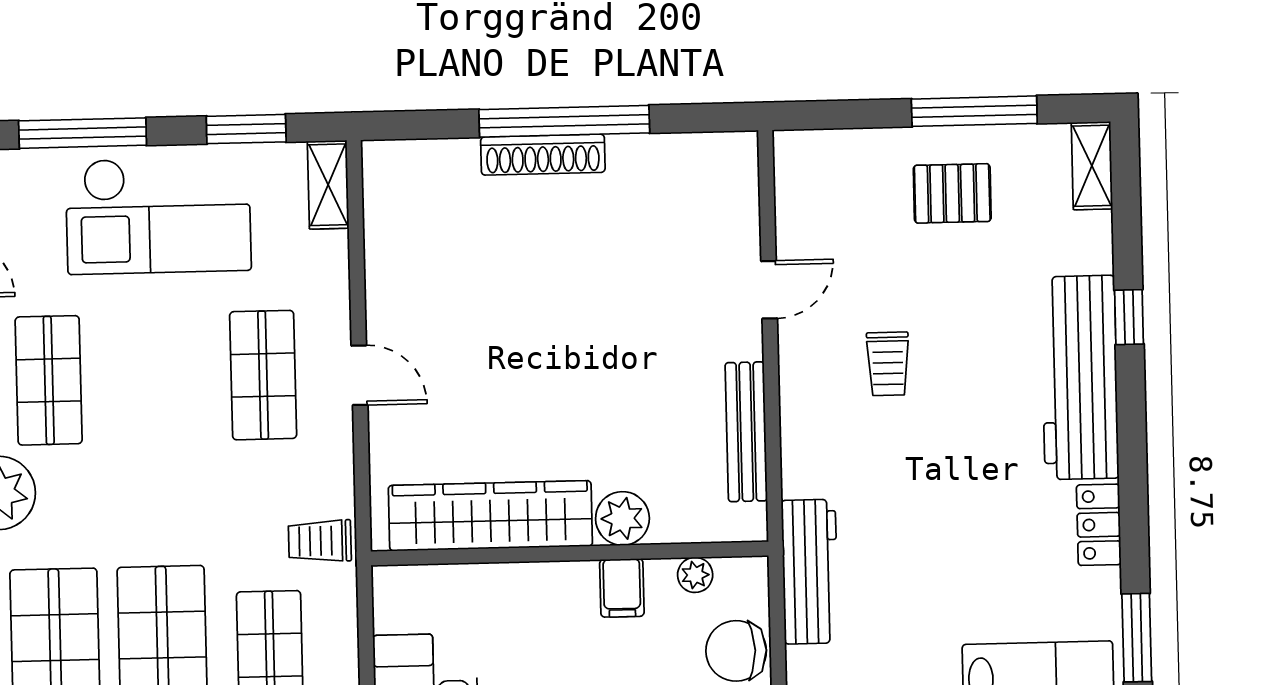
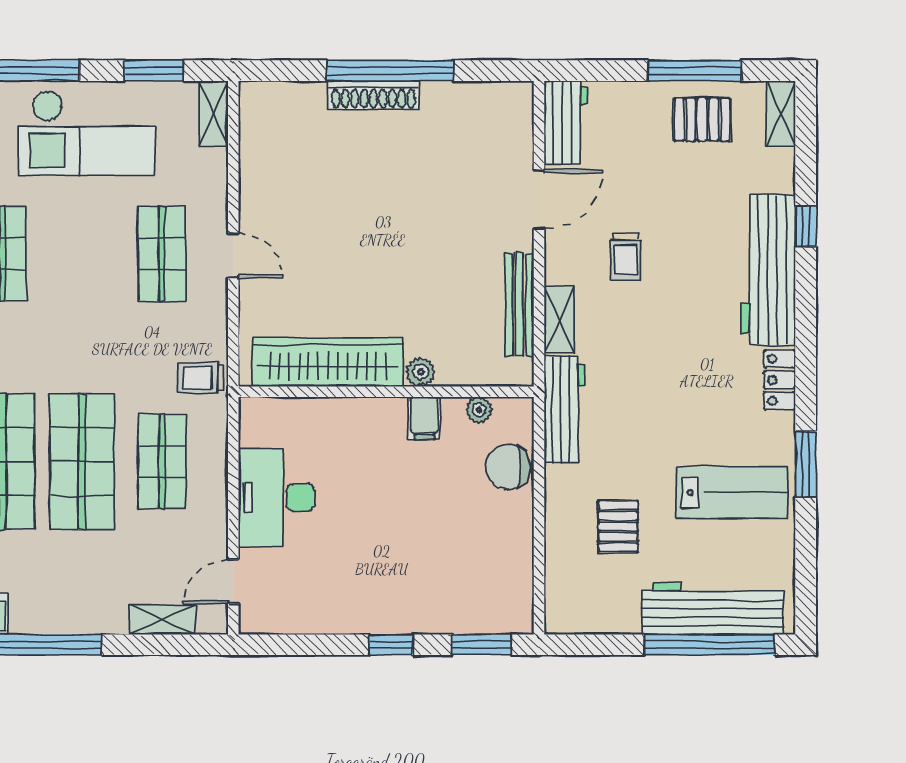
workbench: (802, 185) -> (566, 122), added
pallet: (952, 193) -> (702, 119), moved
door: (769, 290) -> (539, 199), width x1.38
shelving: (800, 451) -> (559, 320), added
plant: (622, 518) -> (420, 372), width x0.73, depth x0.73

